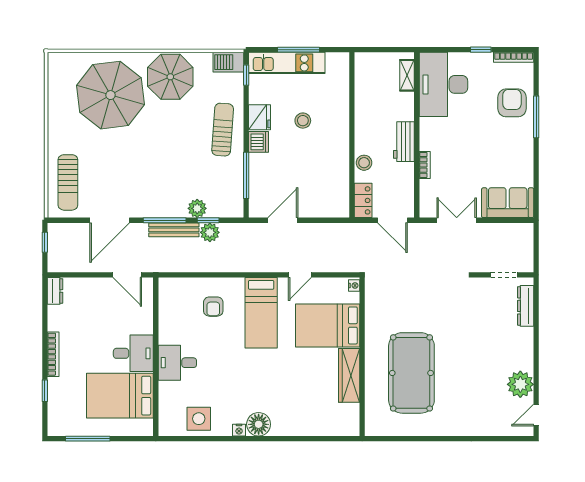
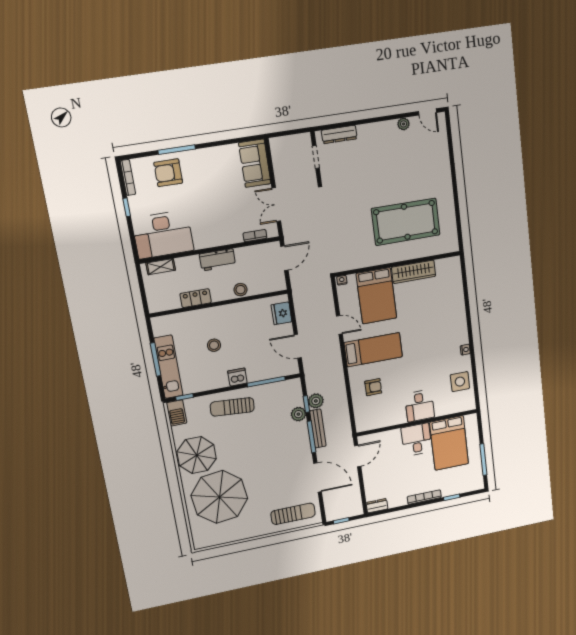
fridge: (260, 117) -> (282, 313), moved, turned -90
bookcase: (425, 165) -> (255, 236), moved
locker: (363, 200) -> (196, 298), moved
plant: (520, 384) -> (404, 124), width x0.53, depth x0.53
floor lamp: (259, 424) -> (459, 336), removed

